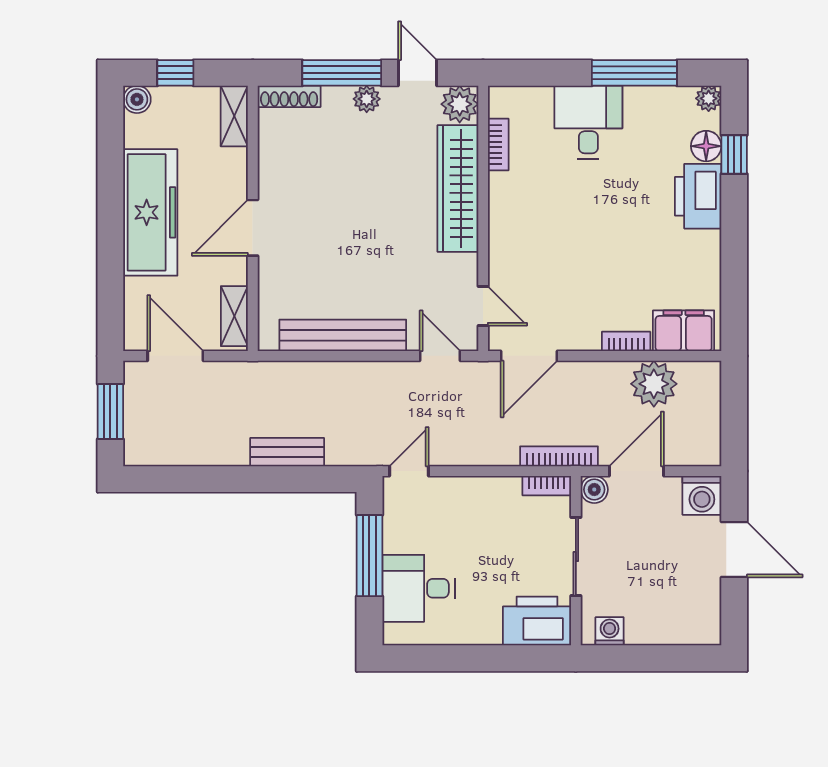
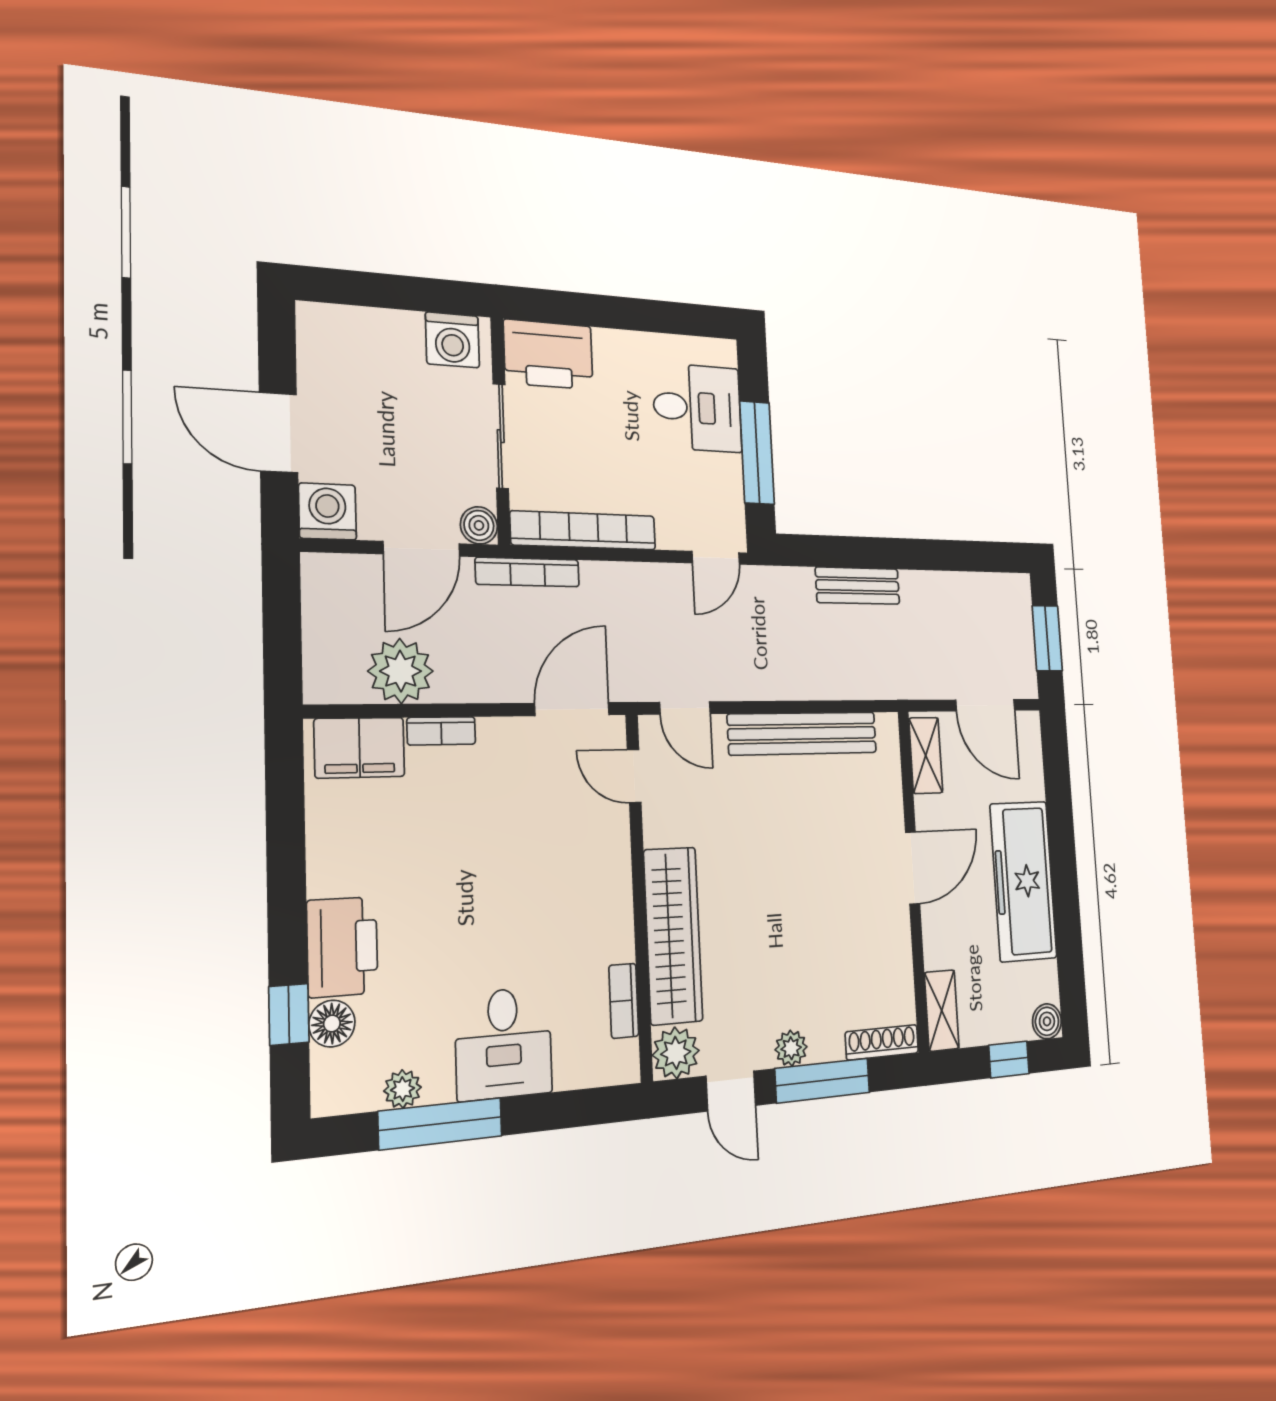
plant: (709, 98) -> (403, 1089), moved
bookcase: (547, 486) -> (584, 530), width x2.31, depth x1.31
washing machine: (610, 631) -> (453, 340), width x1.38, depth x1.38

